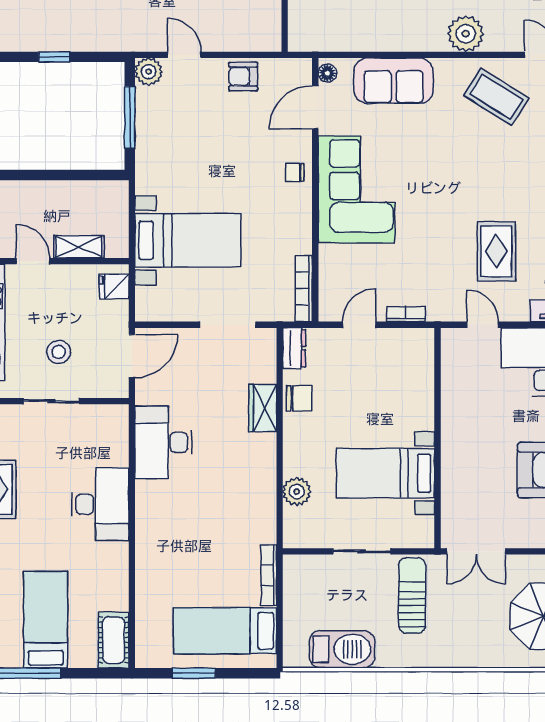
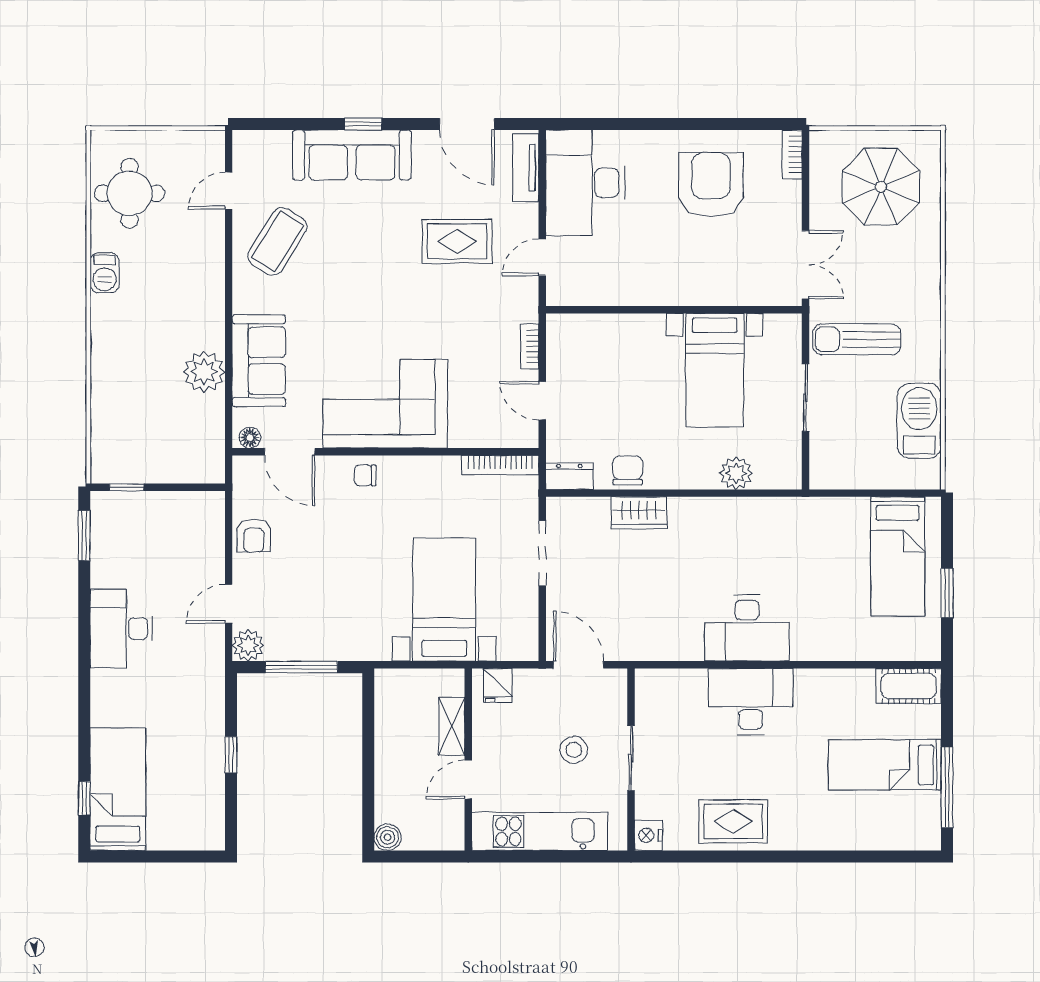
plant: (466, 34) -> (204, 372), moved
chair: (295, 172) -> (365, 475), turned 90
desk: (164, 442) -> (747, 628), moved
bookcase: (269, 575) -> (833, 506), removed

